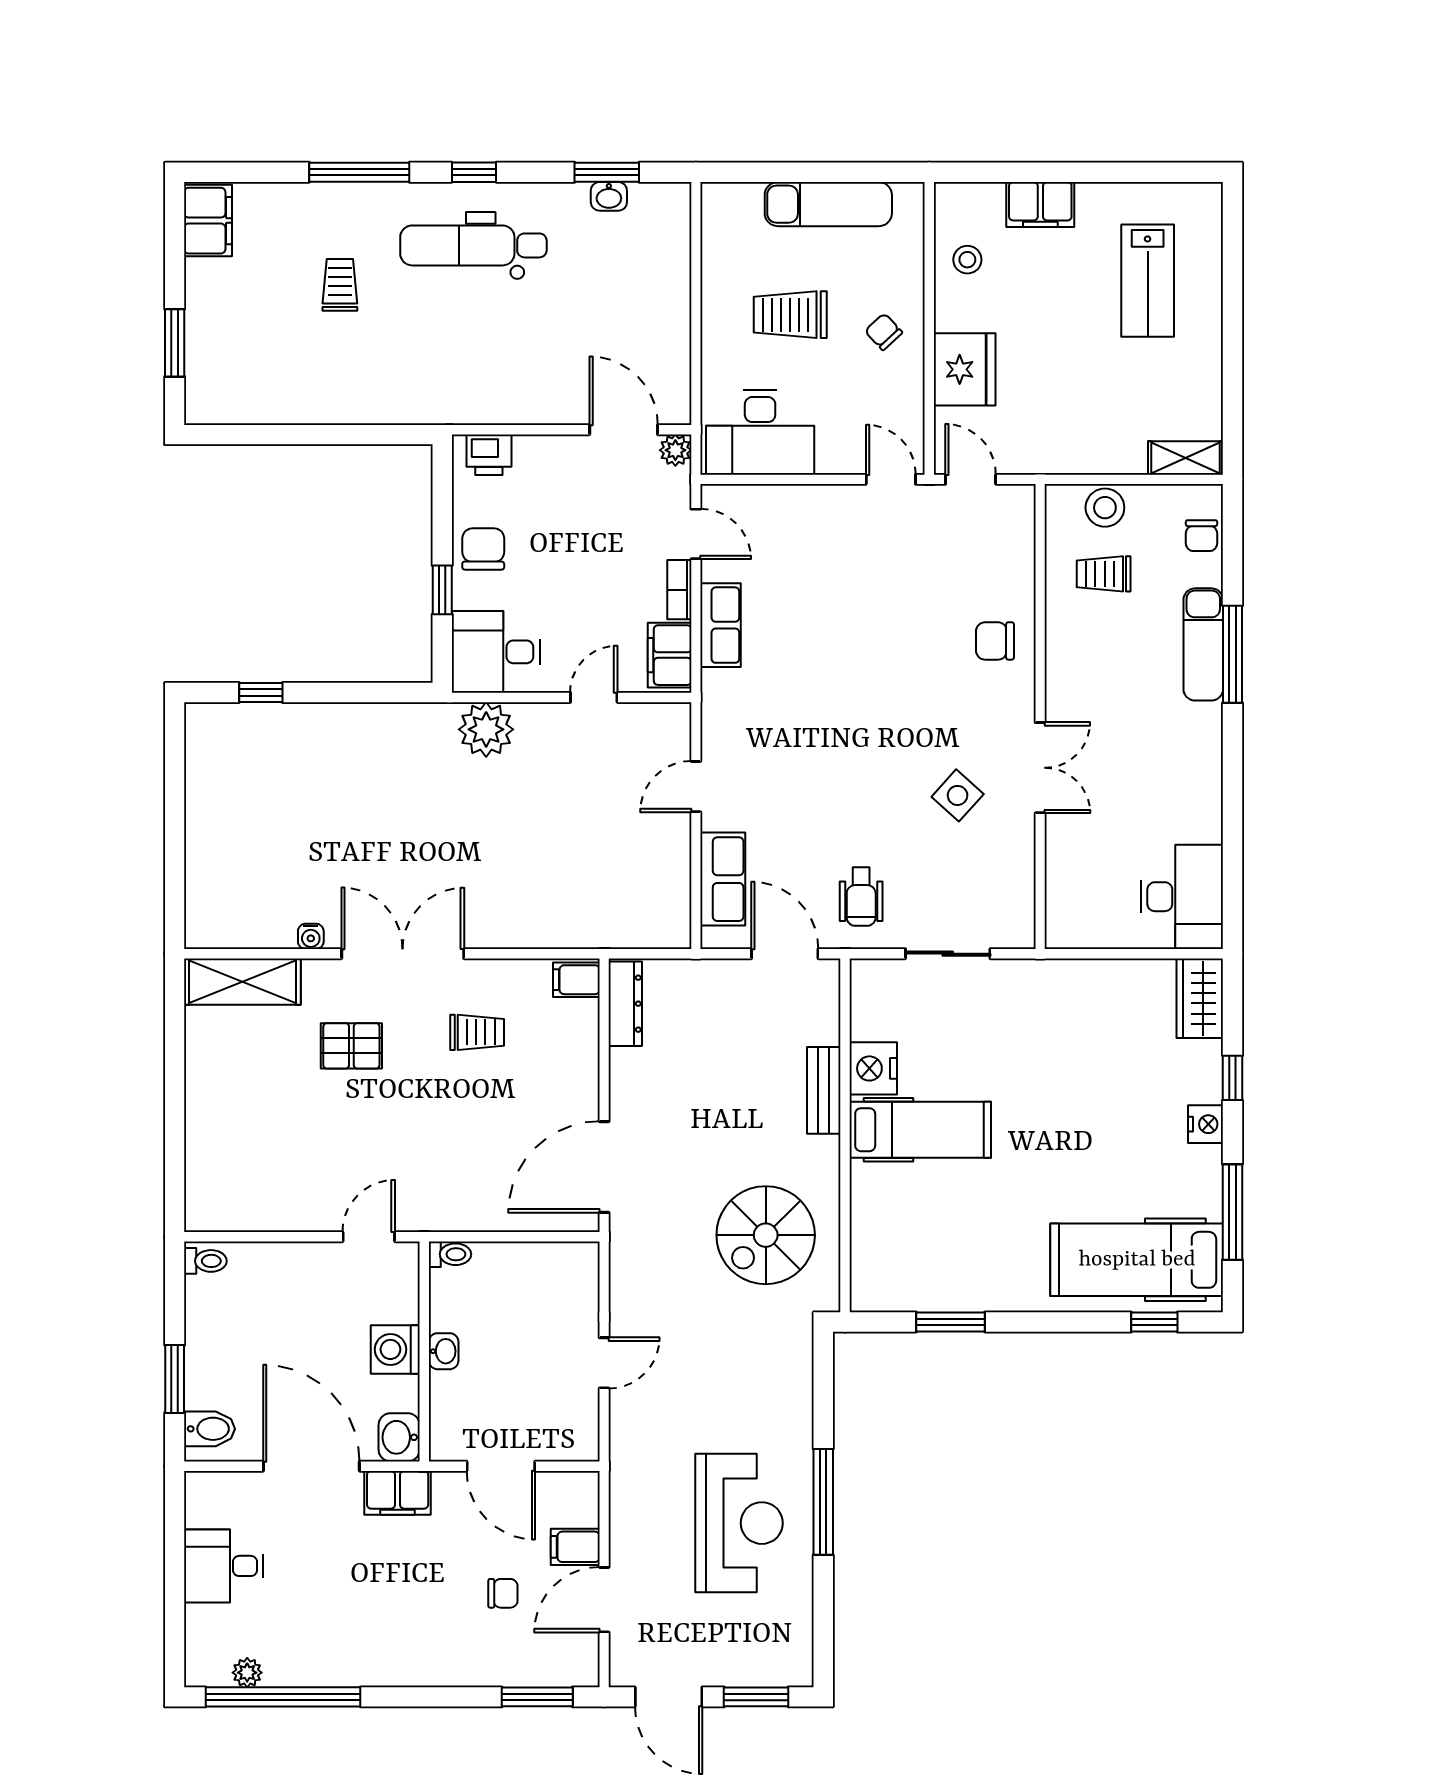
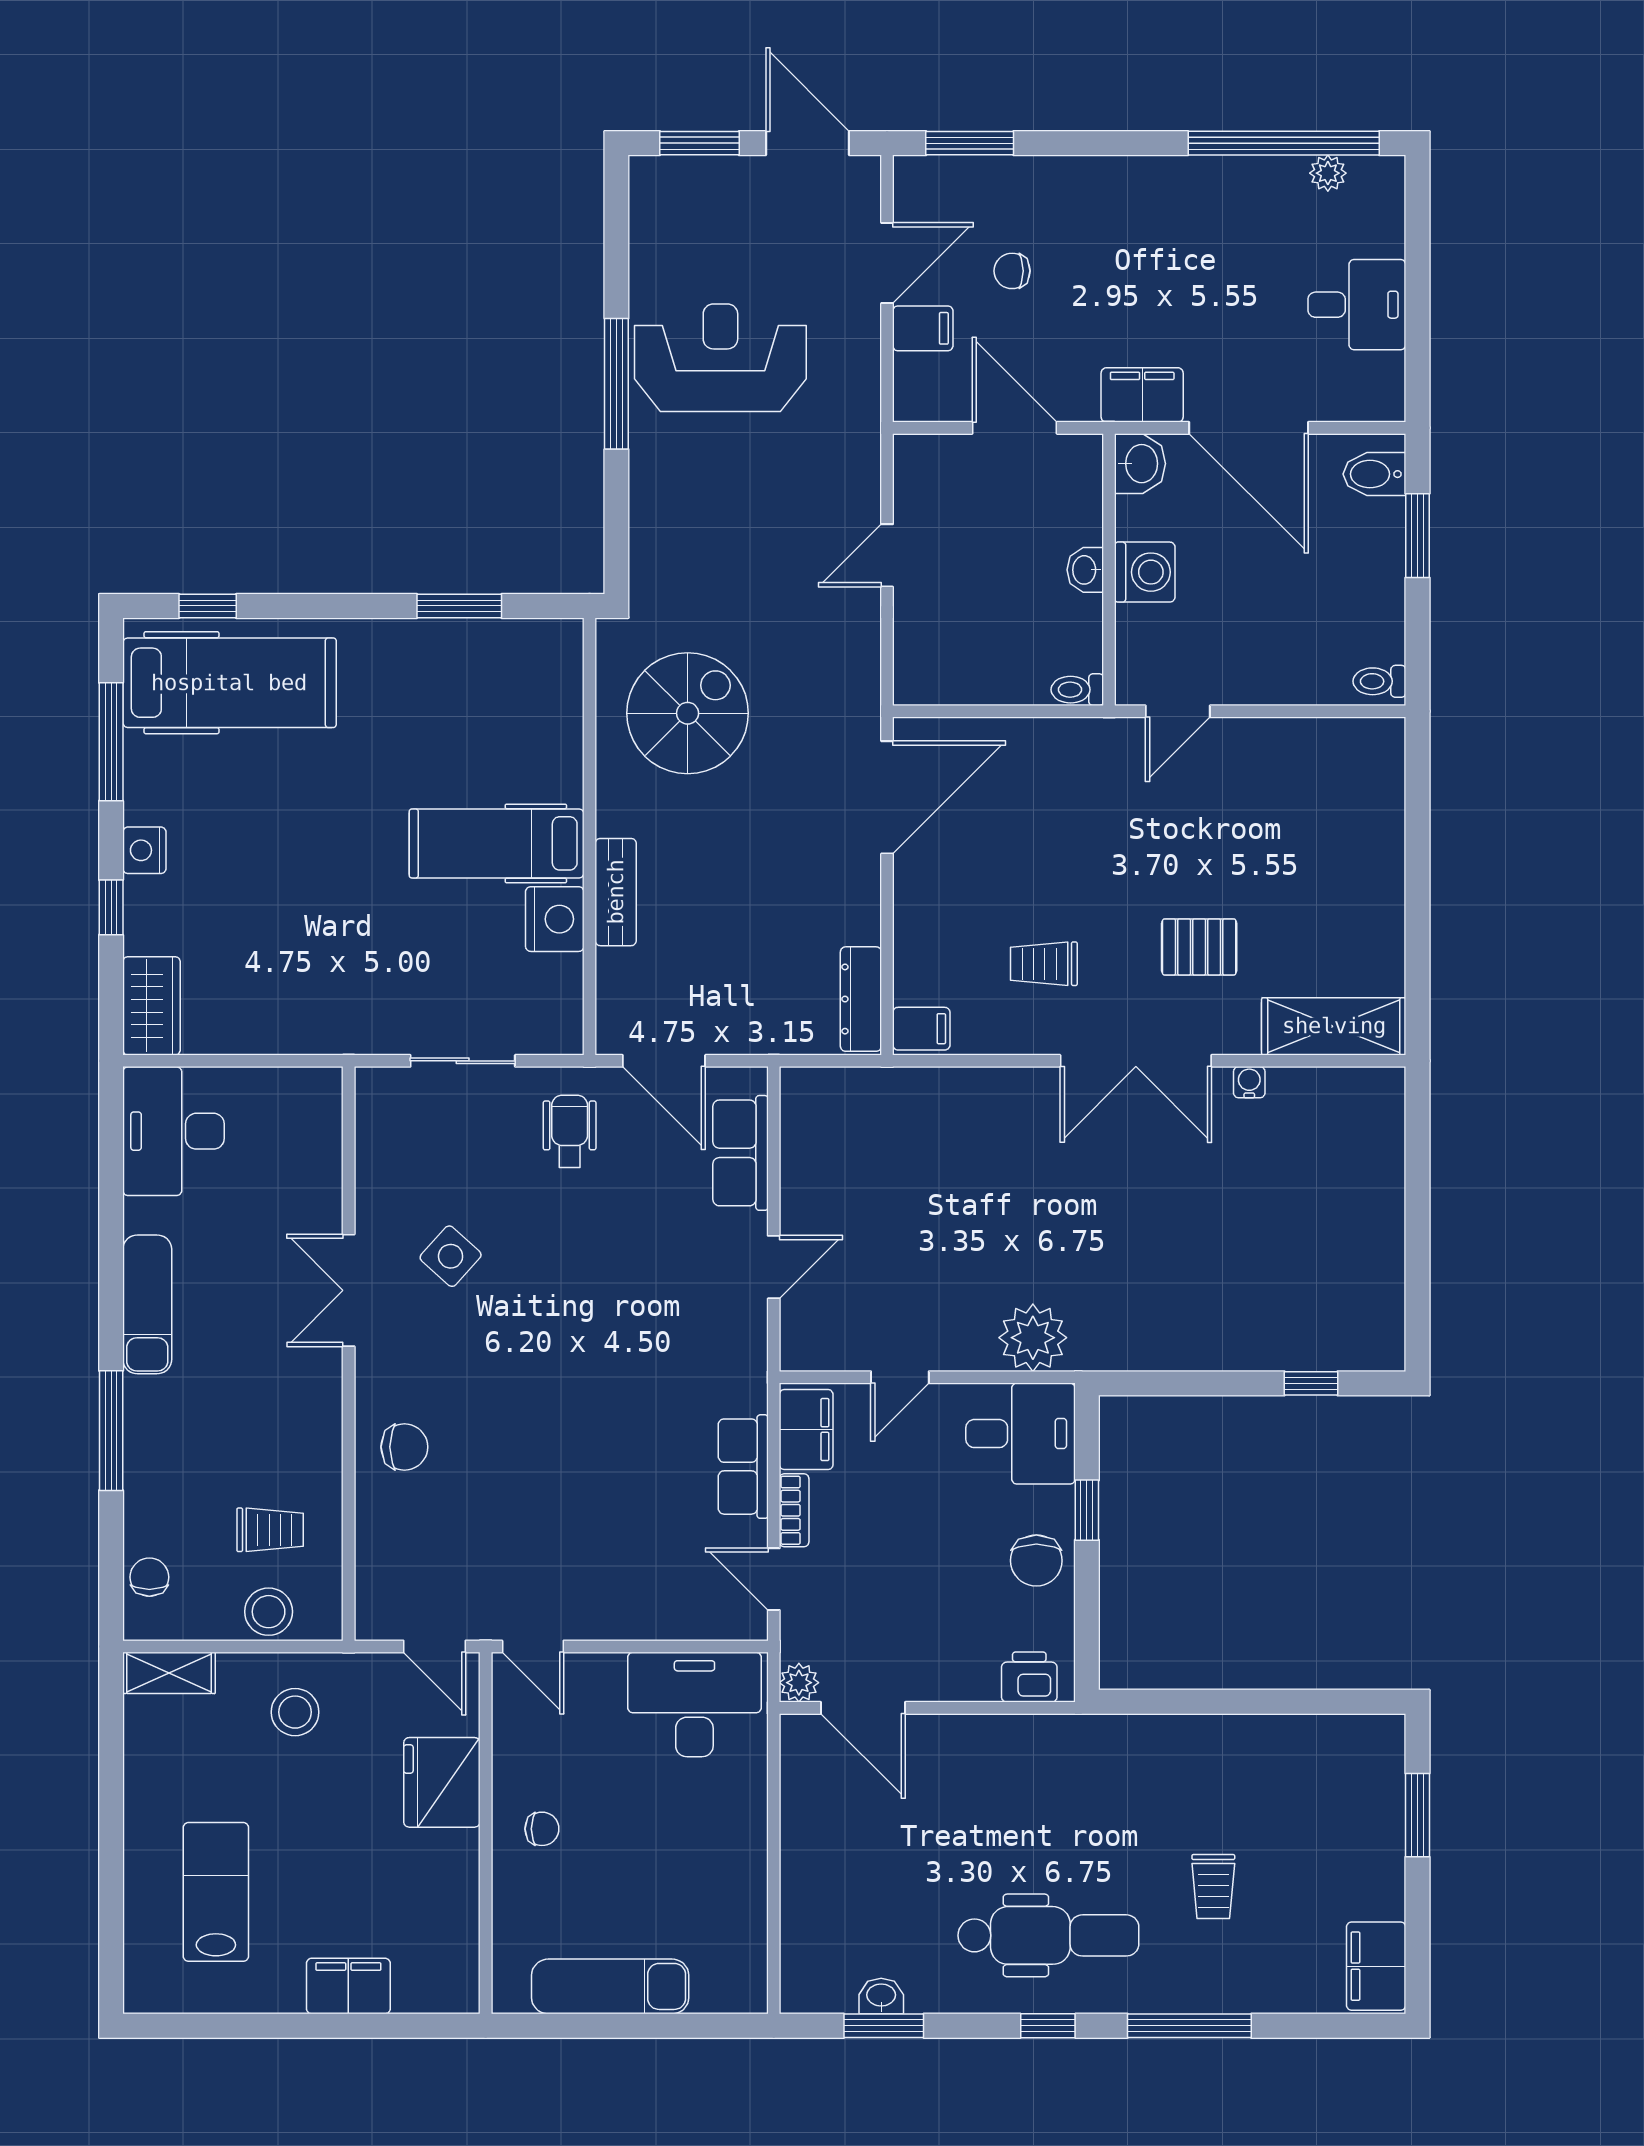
stool: (967, 260) -> (295, 1712), moved, width x1.37, depth x1.37
trolley: (790, 315) -> (657, 1850), removed
chair: (884, 332) -> (542, 1829), turned -47
exam couch: (1203, 644) -> (147, 1304), moved
reception desk: (739, 1523) -> (720, 358), turned 90

